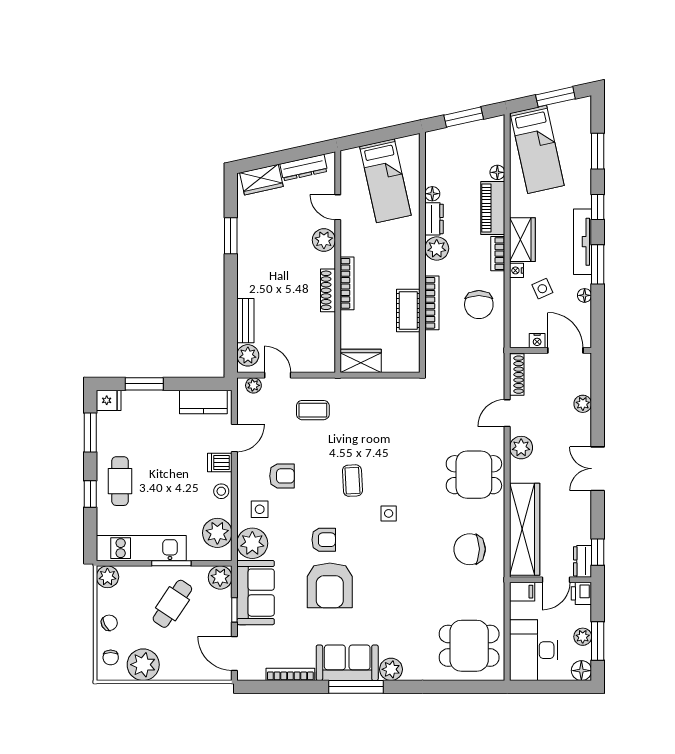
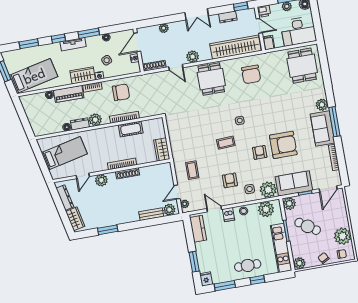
window: (464, 117) -> (23, 118), removed
tv unit: (583, 242) -> (73, 44), width x0.71
dresser: (583, 561) -> (228, 17), moved

